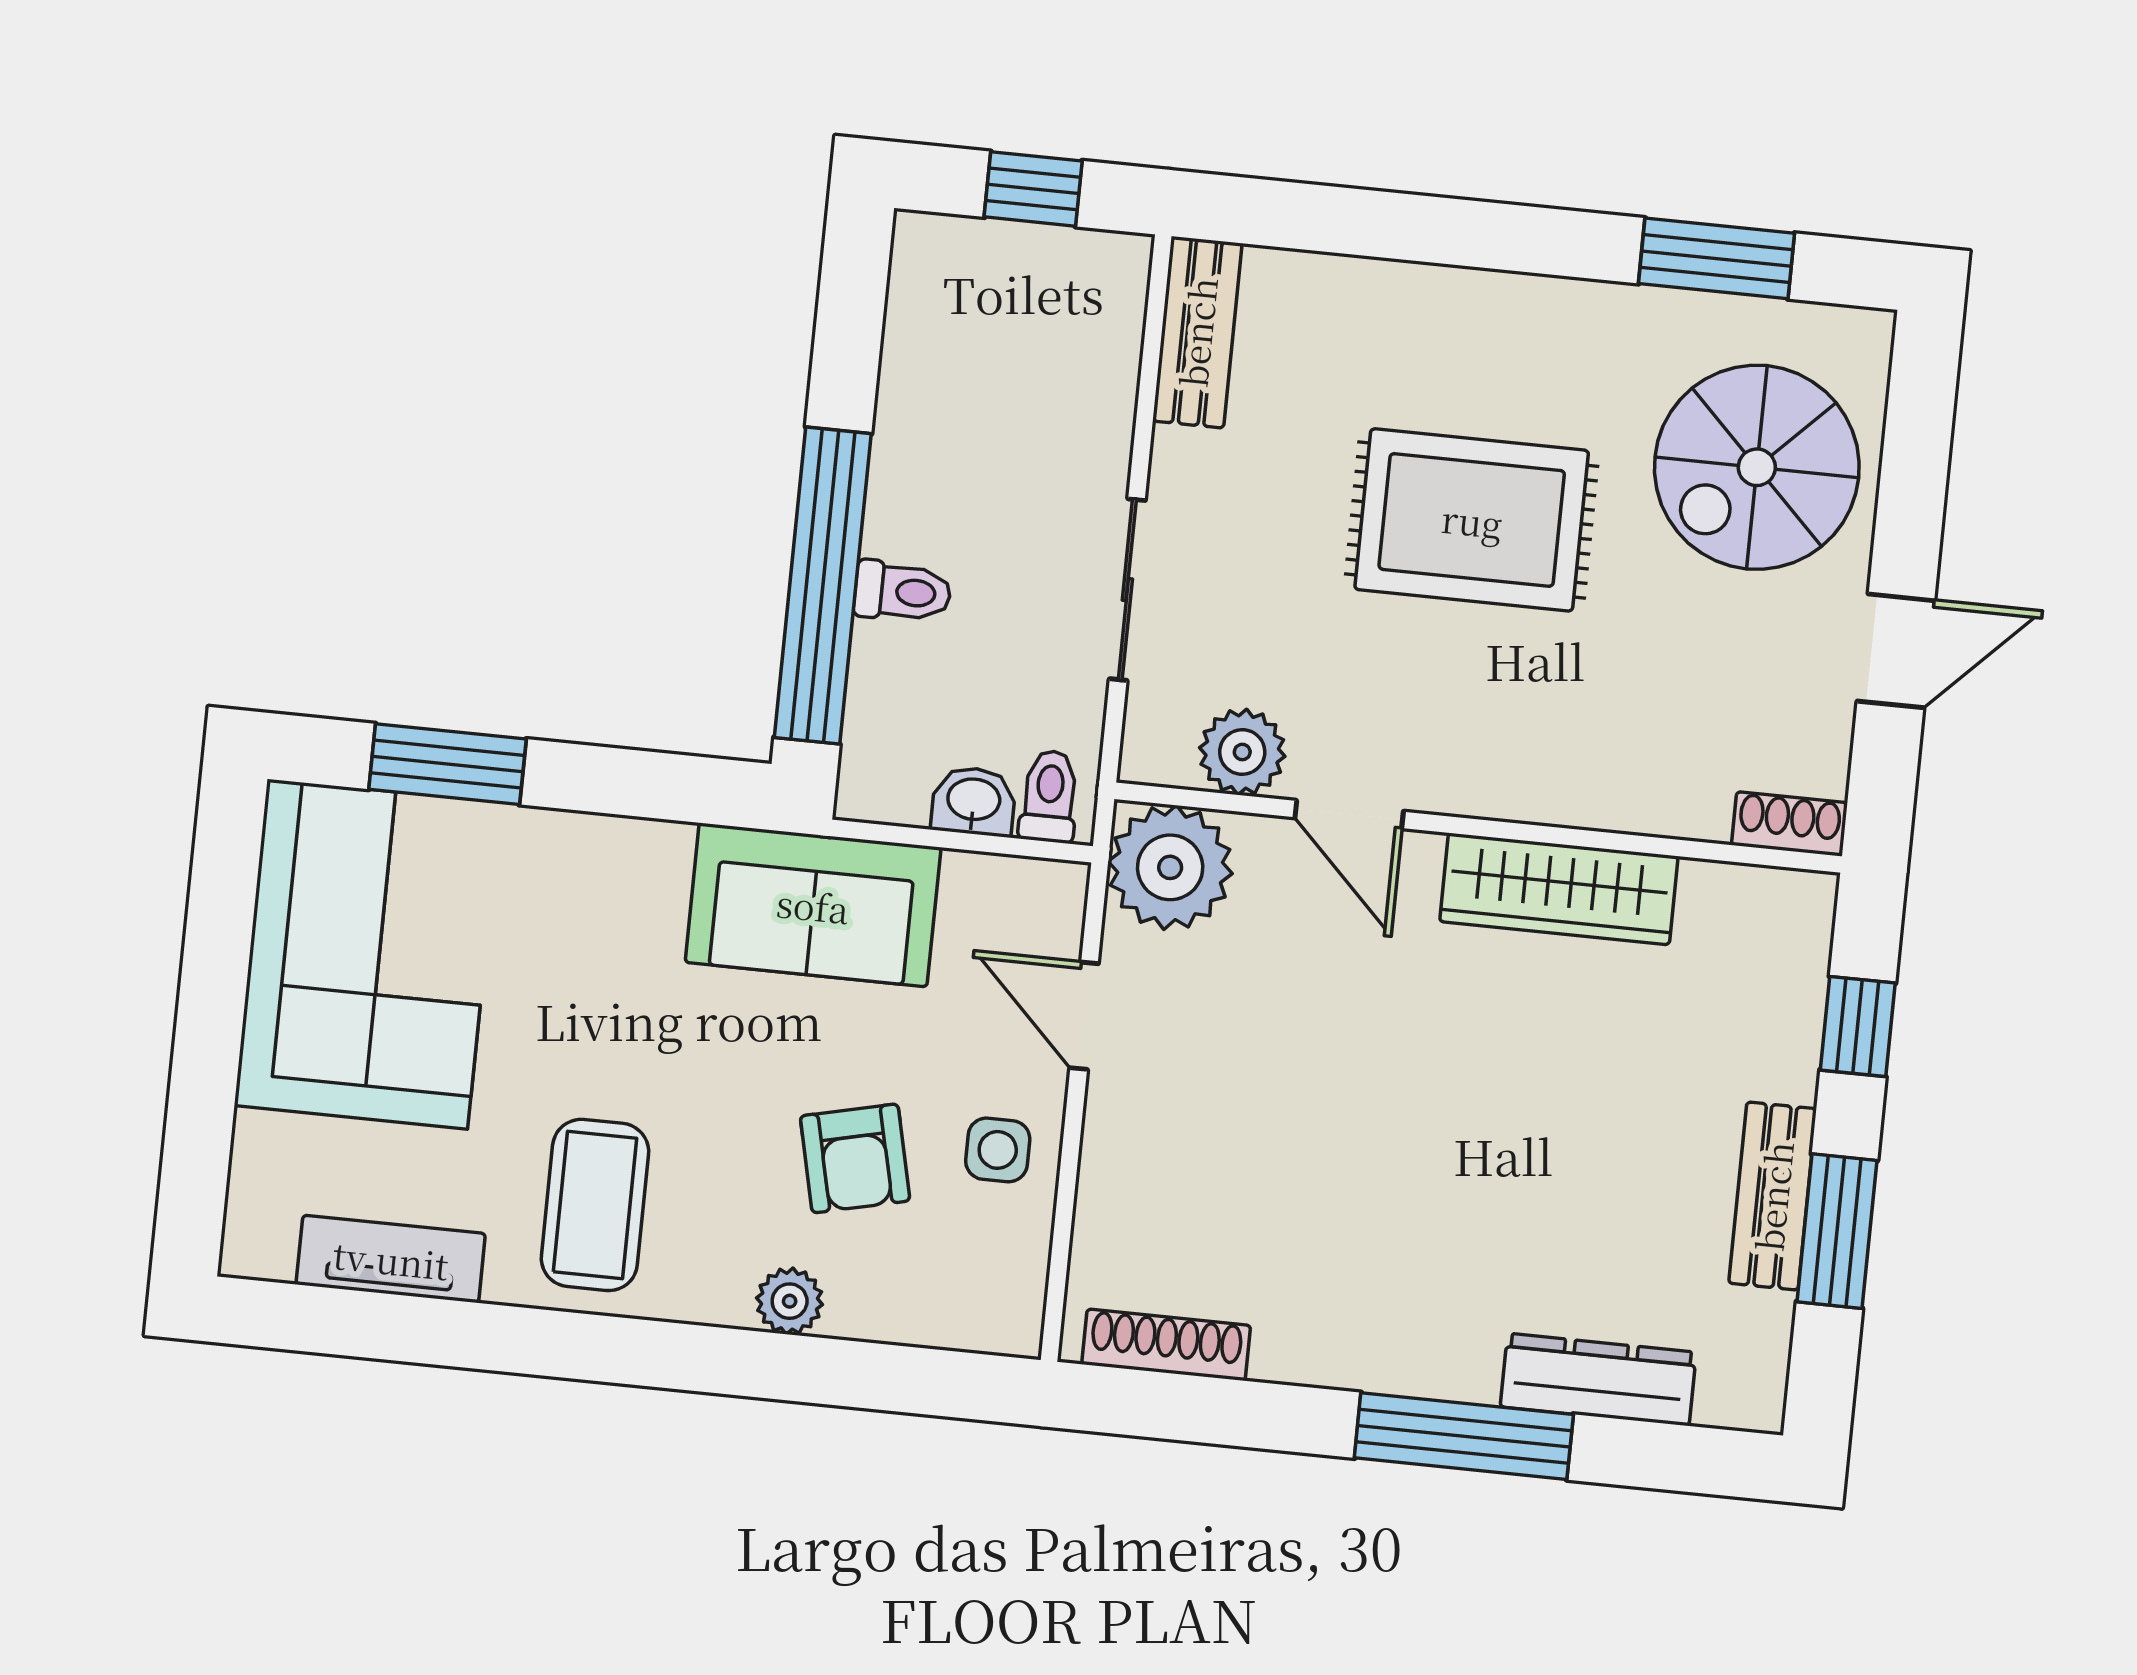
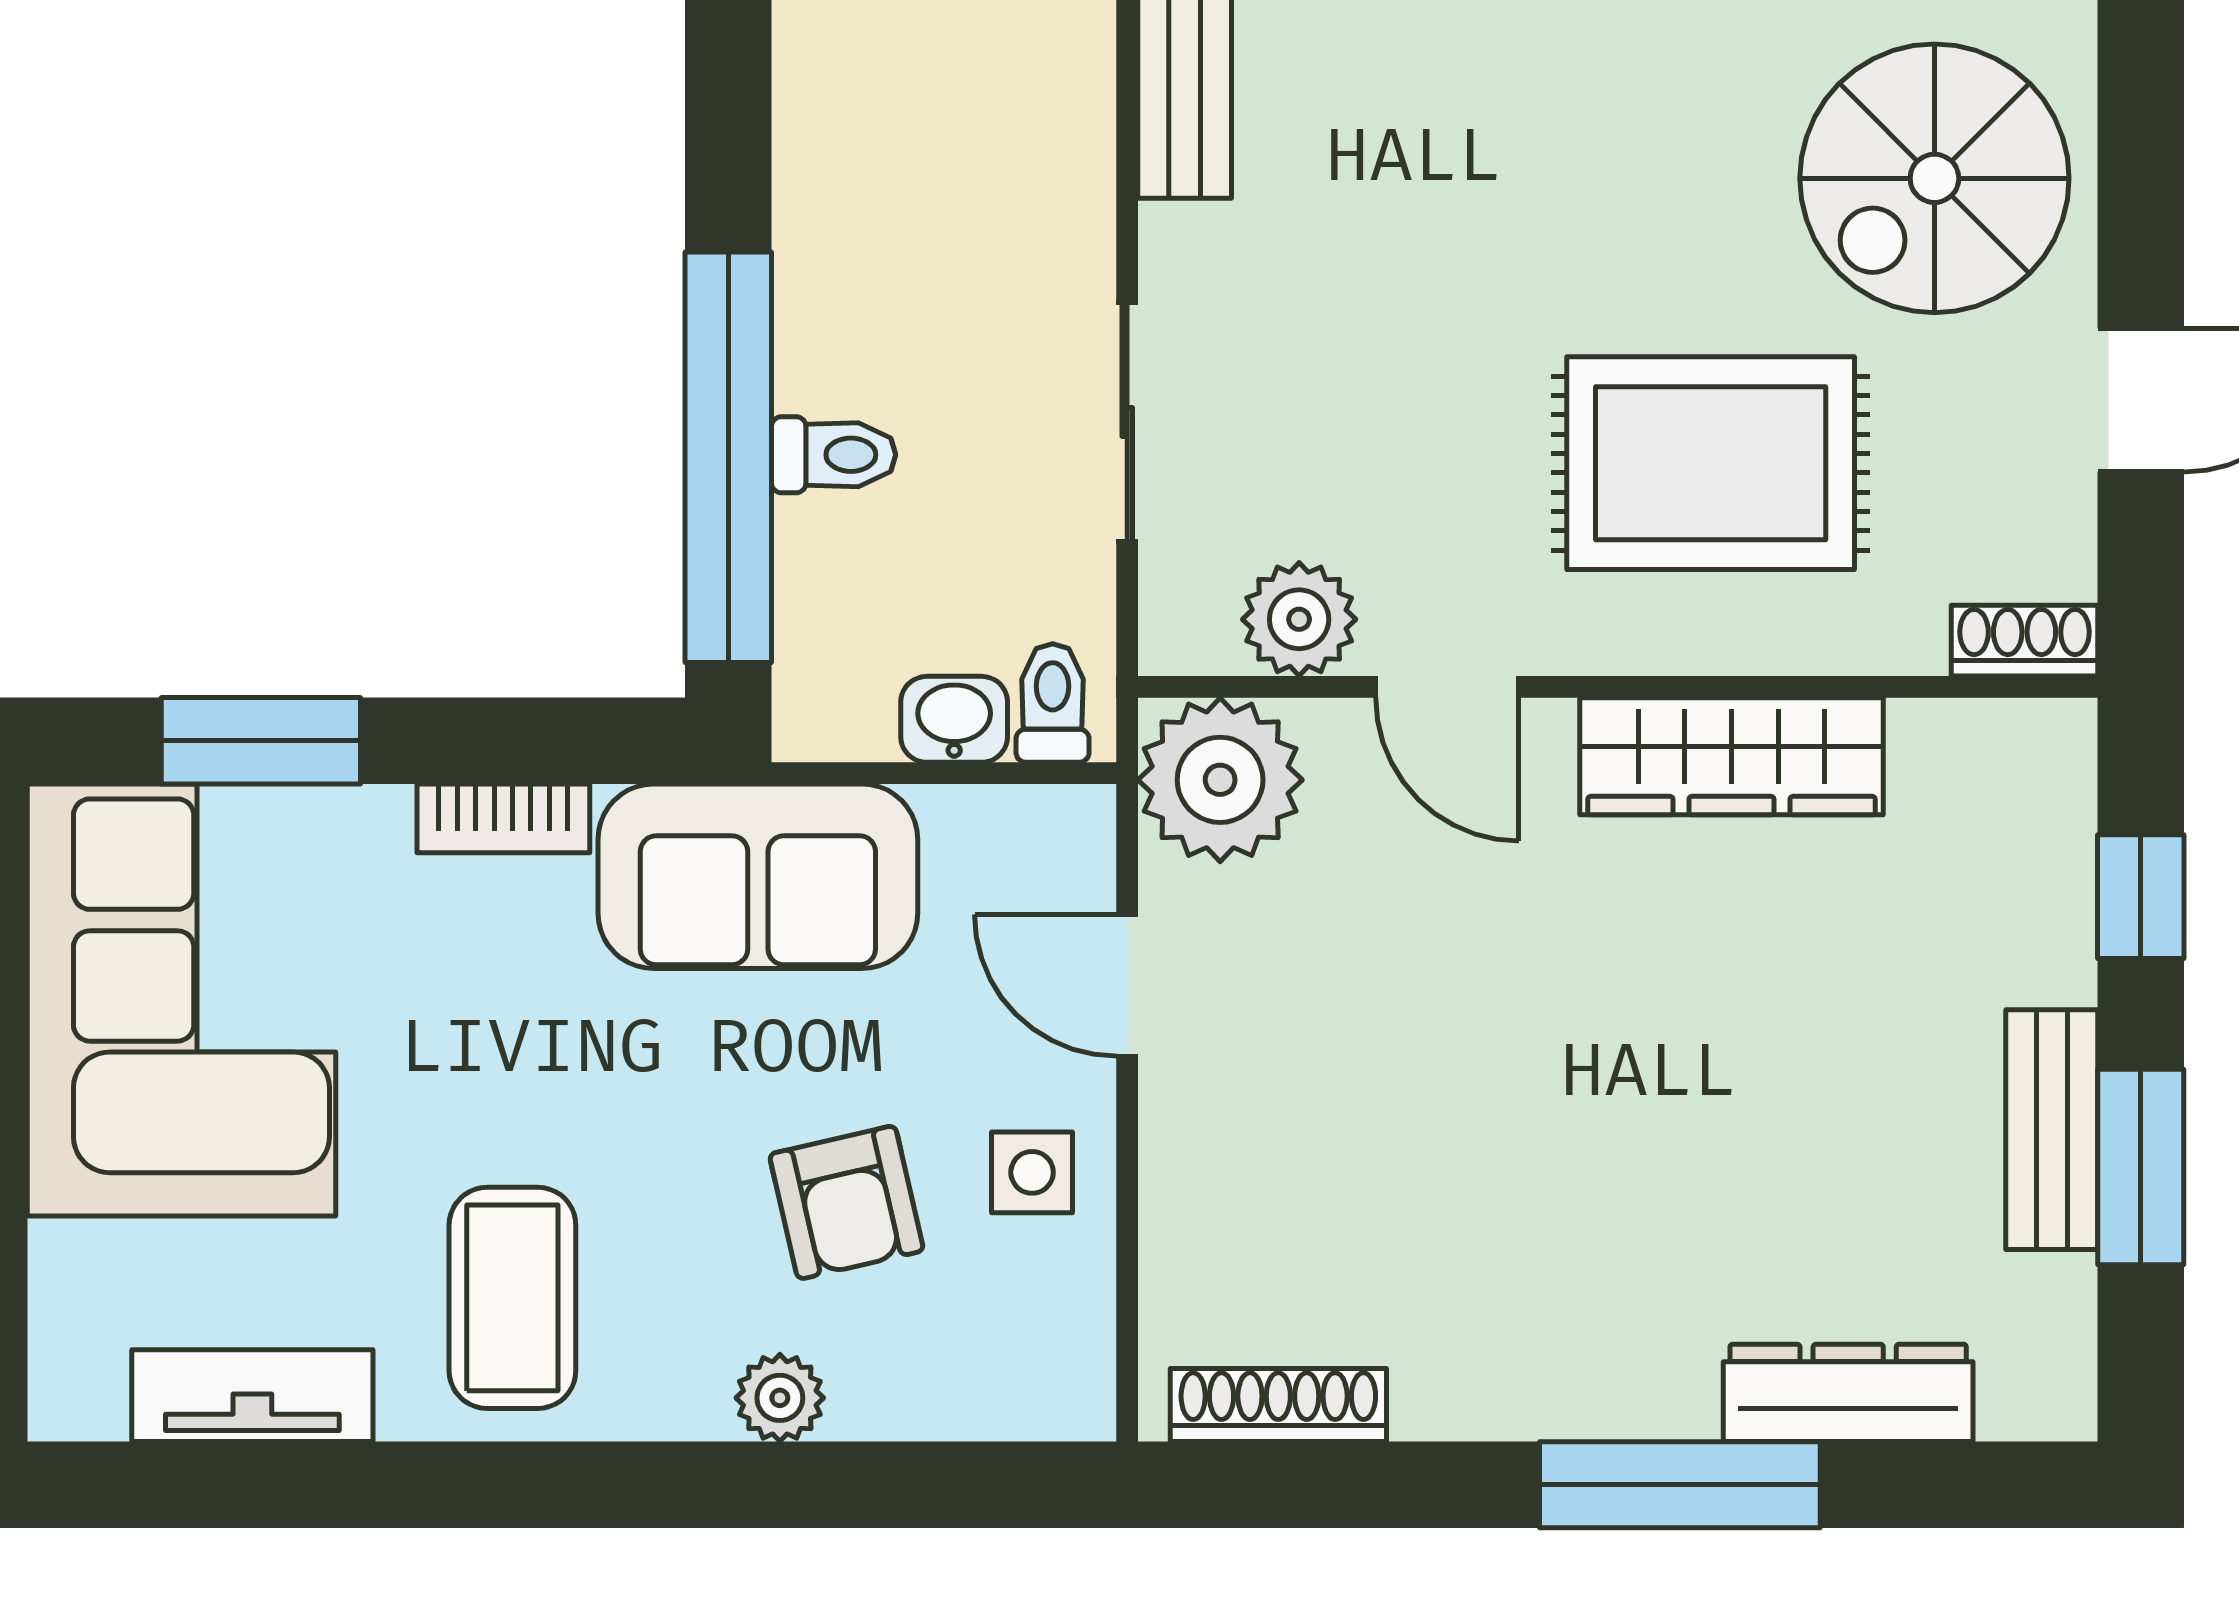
rug: (1472, 520) -> (1711, 463), moved
bookcase: (625, 842) -> (503, 818), added

